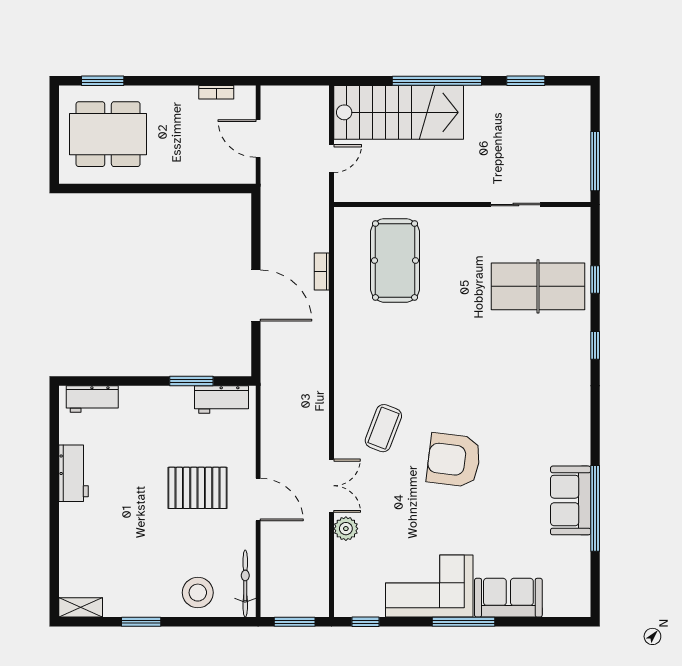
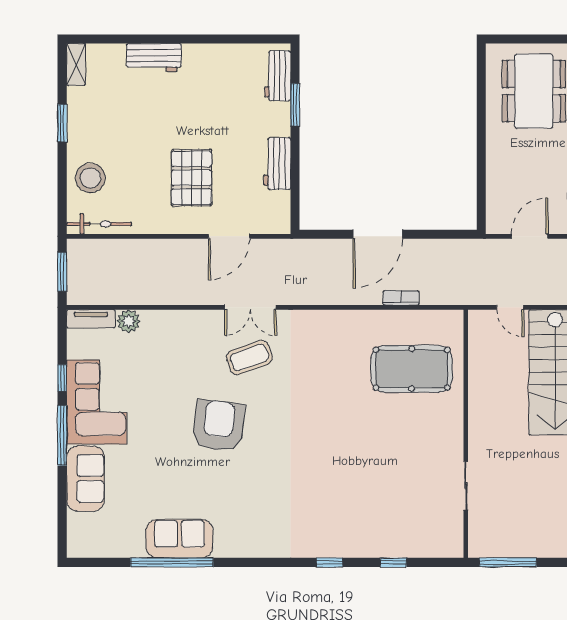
table tennis table: (538, 286) -> (387, 507), removed
window: (191, 381) -> (295, 105), moved
workbench: (221, 399) -> (277, 164), moved
coffee table: (383, 428) -> (249, 358), turned -41
workbench: (73, 473) -> (154, 58), moved
double door: (332, 486) -> (250, 307), moved
door: (258, 500) -> (229, 236), moved
plant: (346, 529) -> (129, 321), moved
tv unit: (343, 592) -> (91, 319), added
window: (366, 622) -> (62, 378), moved

